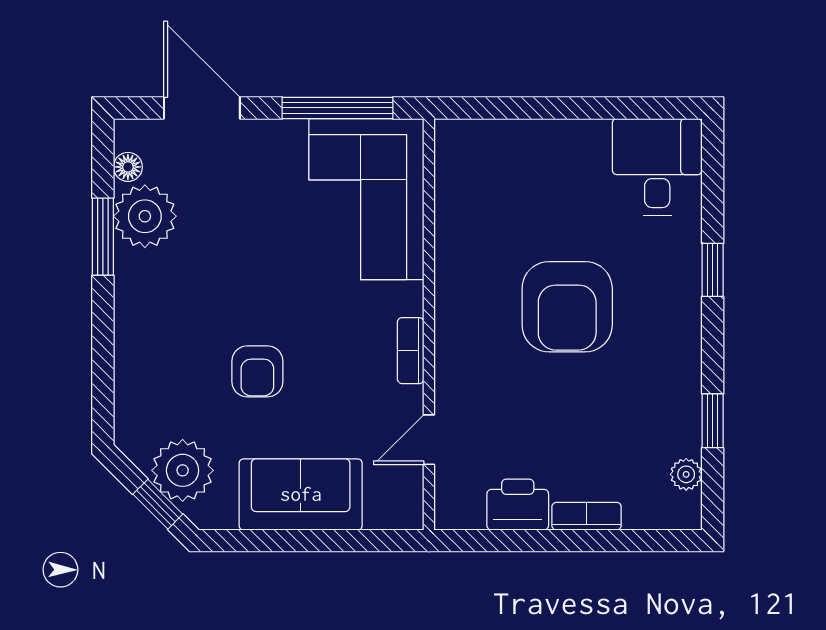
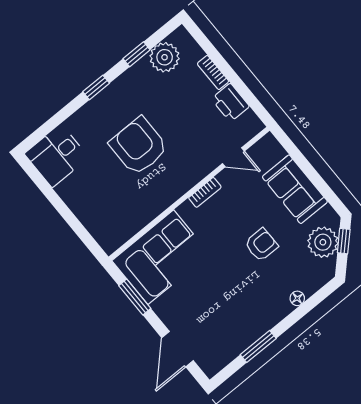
window: (337, 108) -> (135, 297), width x0.69
floor lamp: (128, 167) -> (297, 298), moved
plant: (145, 216) -> (237, 337), removed
window: (713, 270) -> (96, 87), moved
armchair: (567, 307) -> (139, 146), turned -90
plant: (686, 474) -> (165, 57), width x1.88, depth x1.88

